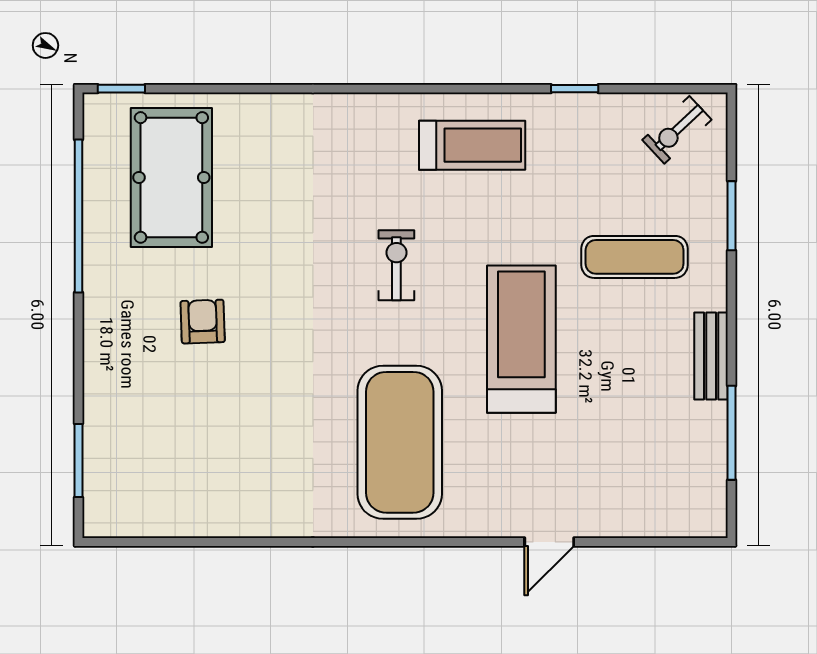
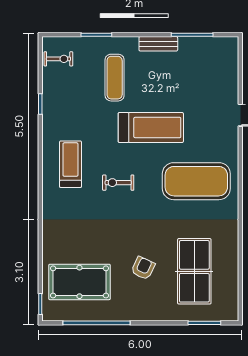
exercise bike: (677, 130) -> (58, 59), turned -47
treadmill: (472, 145) -> (70, 164), moved
armchair: (203, 322) -> (143, 268), turned 117
treadmill: (521, 339) -> (151, 127), turned 180
table tennis table: (195, 438) -> (194, 271), added

